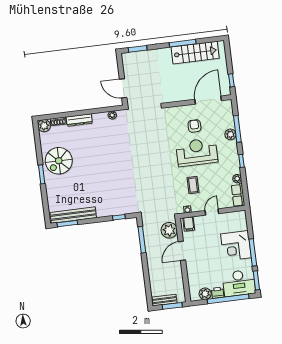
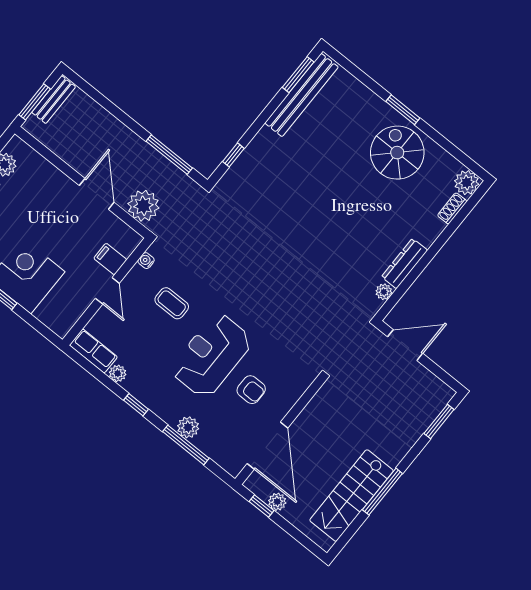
plant: (224, 76) -> (277, 502), added
dresser: (79, 120) -> (405, 264), moved
reception desk: (197, 152) -> (212, 355), turned 180
filing cabinet: (189, 224) -> (110, 259), moved

